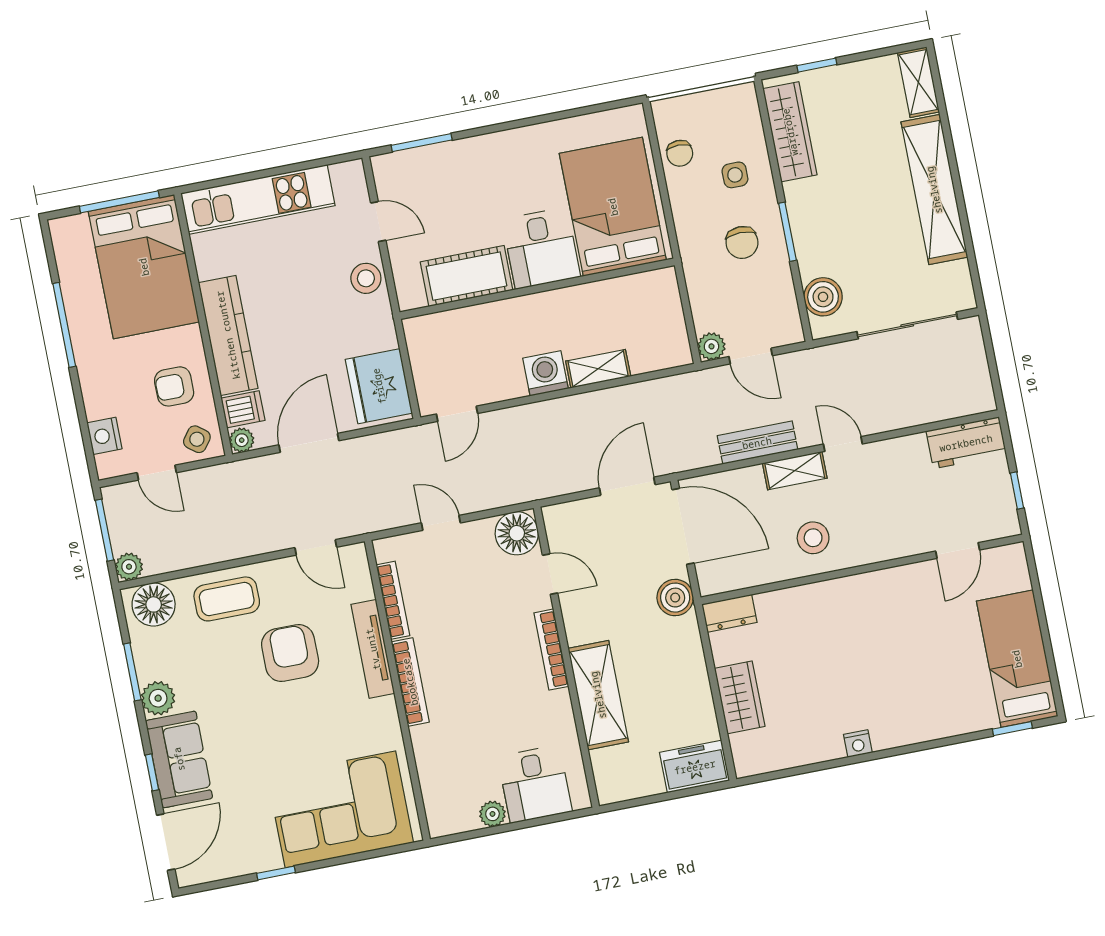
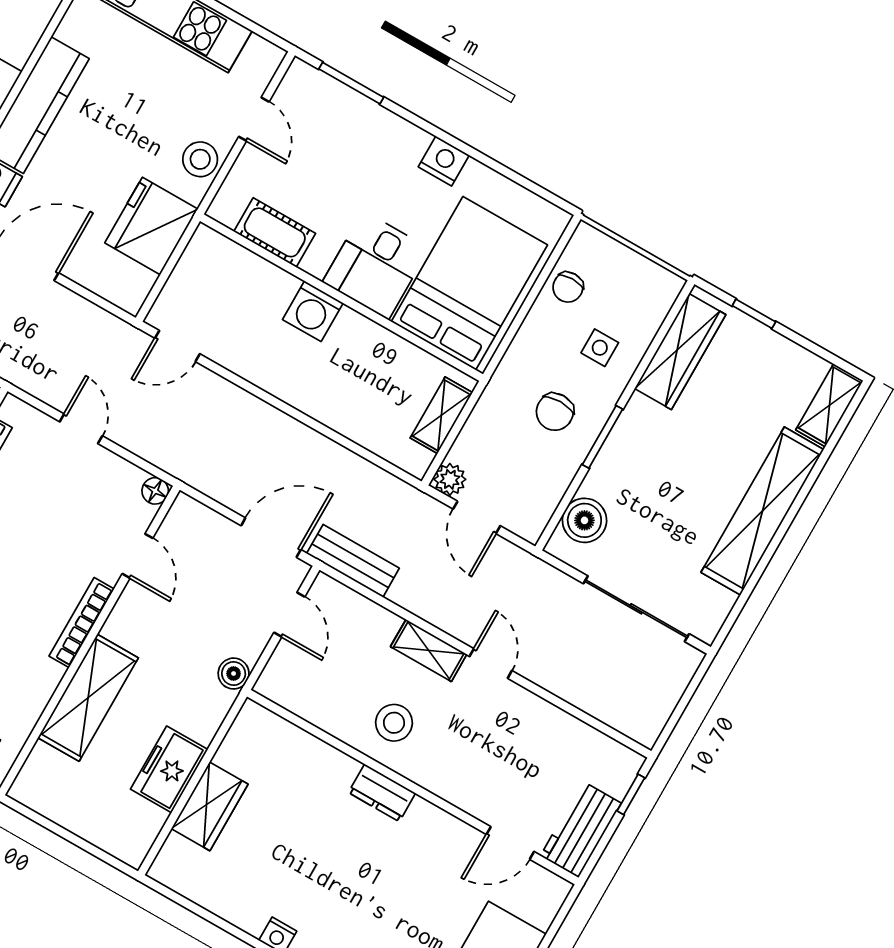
nightstand: (527, 141) -> (444, 161), added
cot: (467, 276) -> (275, 232), width x0.73, depth x0.75
shelving: (598, 369) -> (441, 415), moved, turned 90
washing machine: (545, 373) -> (313, 311), moved, turned 180
fridge: (379, 386) -> (151, 226), moved
bench: (757, 443) -> (353, 561), moved
workbench: (966, 443) -> (581, 829), moved, turned 90
window: (1017, 491) -> (631, 794), moved
door: (683, 526) -> (289, 615), width x0.53
floor lamp: (517, 533) -> (155, 491), width x0.53, depth x0.53
boiler: (675, 598) -> (234, 674), width x0.73, depth x0.73
dresser: (729, 613) -> (382, 793), moved
freezer: (695, 767) -> (169, 769), moved, turned -90

